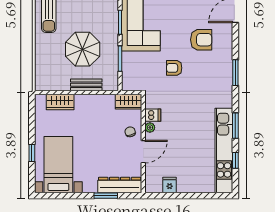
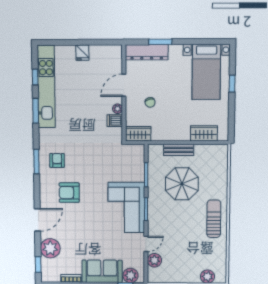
armchair: (174, 68) -> (57, 160), moved, turned -90
chair: (130, 132) -> (150, 102), moved
fridge: (170, 185) -> (82, 53), moved

